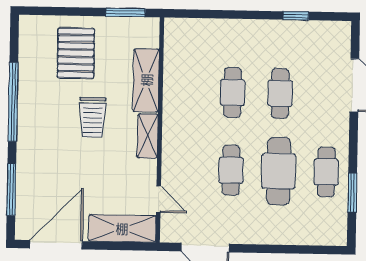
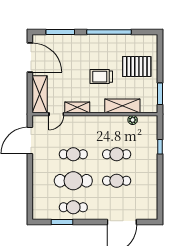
window: (296, 16) -> (160, 147), moved
plant: (172, 63) -> (133, 120), added
shelving: (148, 136) -> (77, 107), moved

